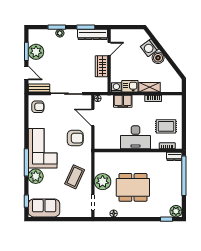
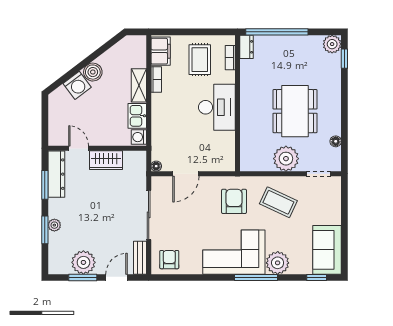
filing cabinet: (123, 101) -> (161, 51), moved
armchair: (75, 138) -> (234, 201), moved

